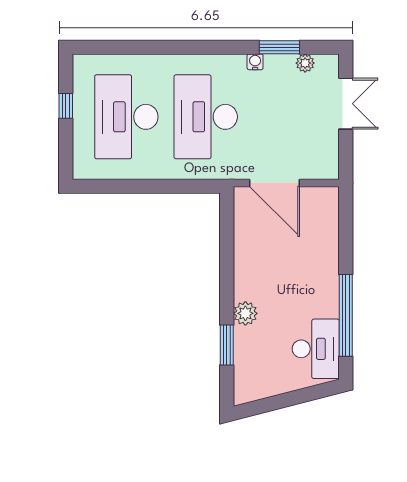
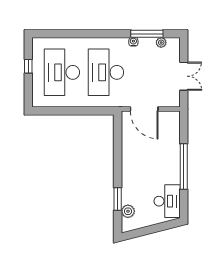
window: (279, 47) -> (147, 34), width x1.44
double door: (346, 104) -> (184, 76), moved
plant: (245, 313) -> (128, 211), moved
window: (346, 315) -> (184, 166), moved

